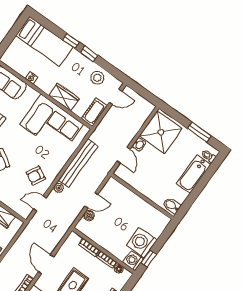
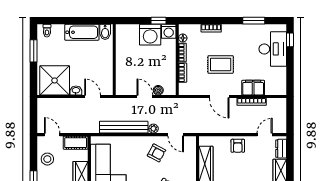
door: (124, 155) -> (93, 97), hinge flipped
bathtub: (194, 174) -> (82, 32), moved
door: (46, 264) -> (219, 97), hinge flipped

